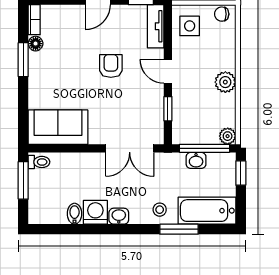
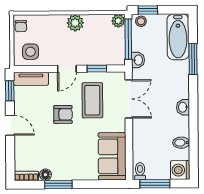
armchair: (111, 66) -> (63, 114), turned 180
coffee table: (128, 103) -> (92, 100), added
washbasin: (196, 160) -> (138, 60), moved
stool: (160, 210) -> (141, 21), moved
washing machine: (95, 212) -> (180, 170), moved

